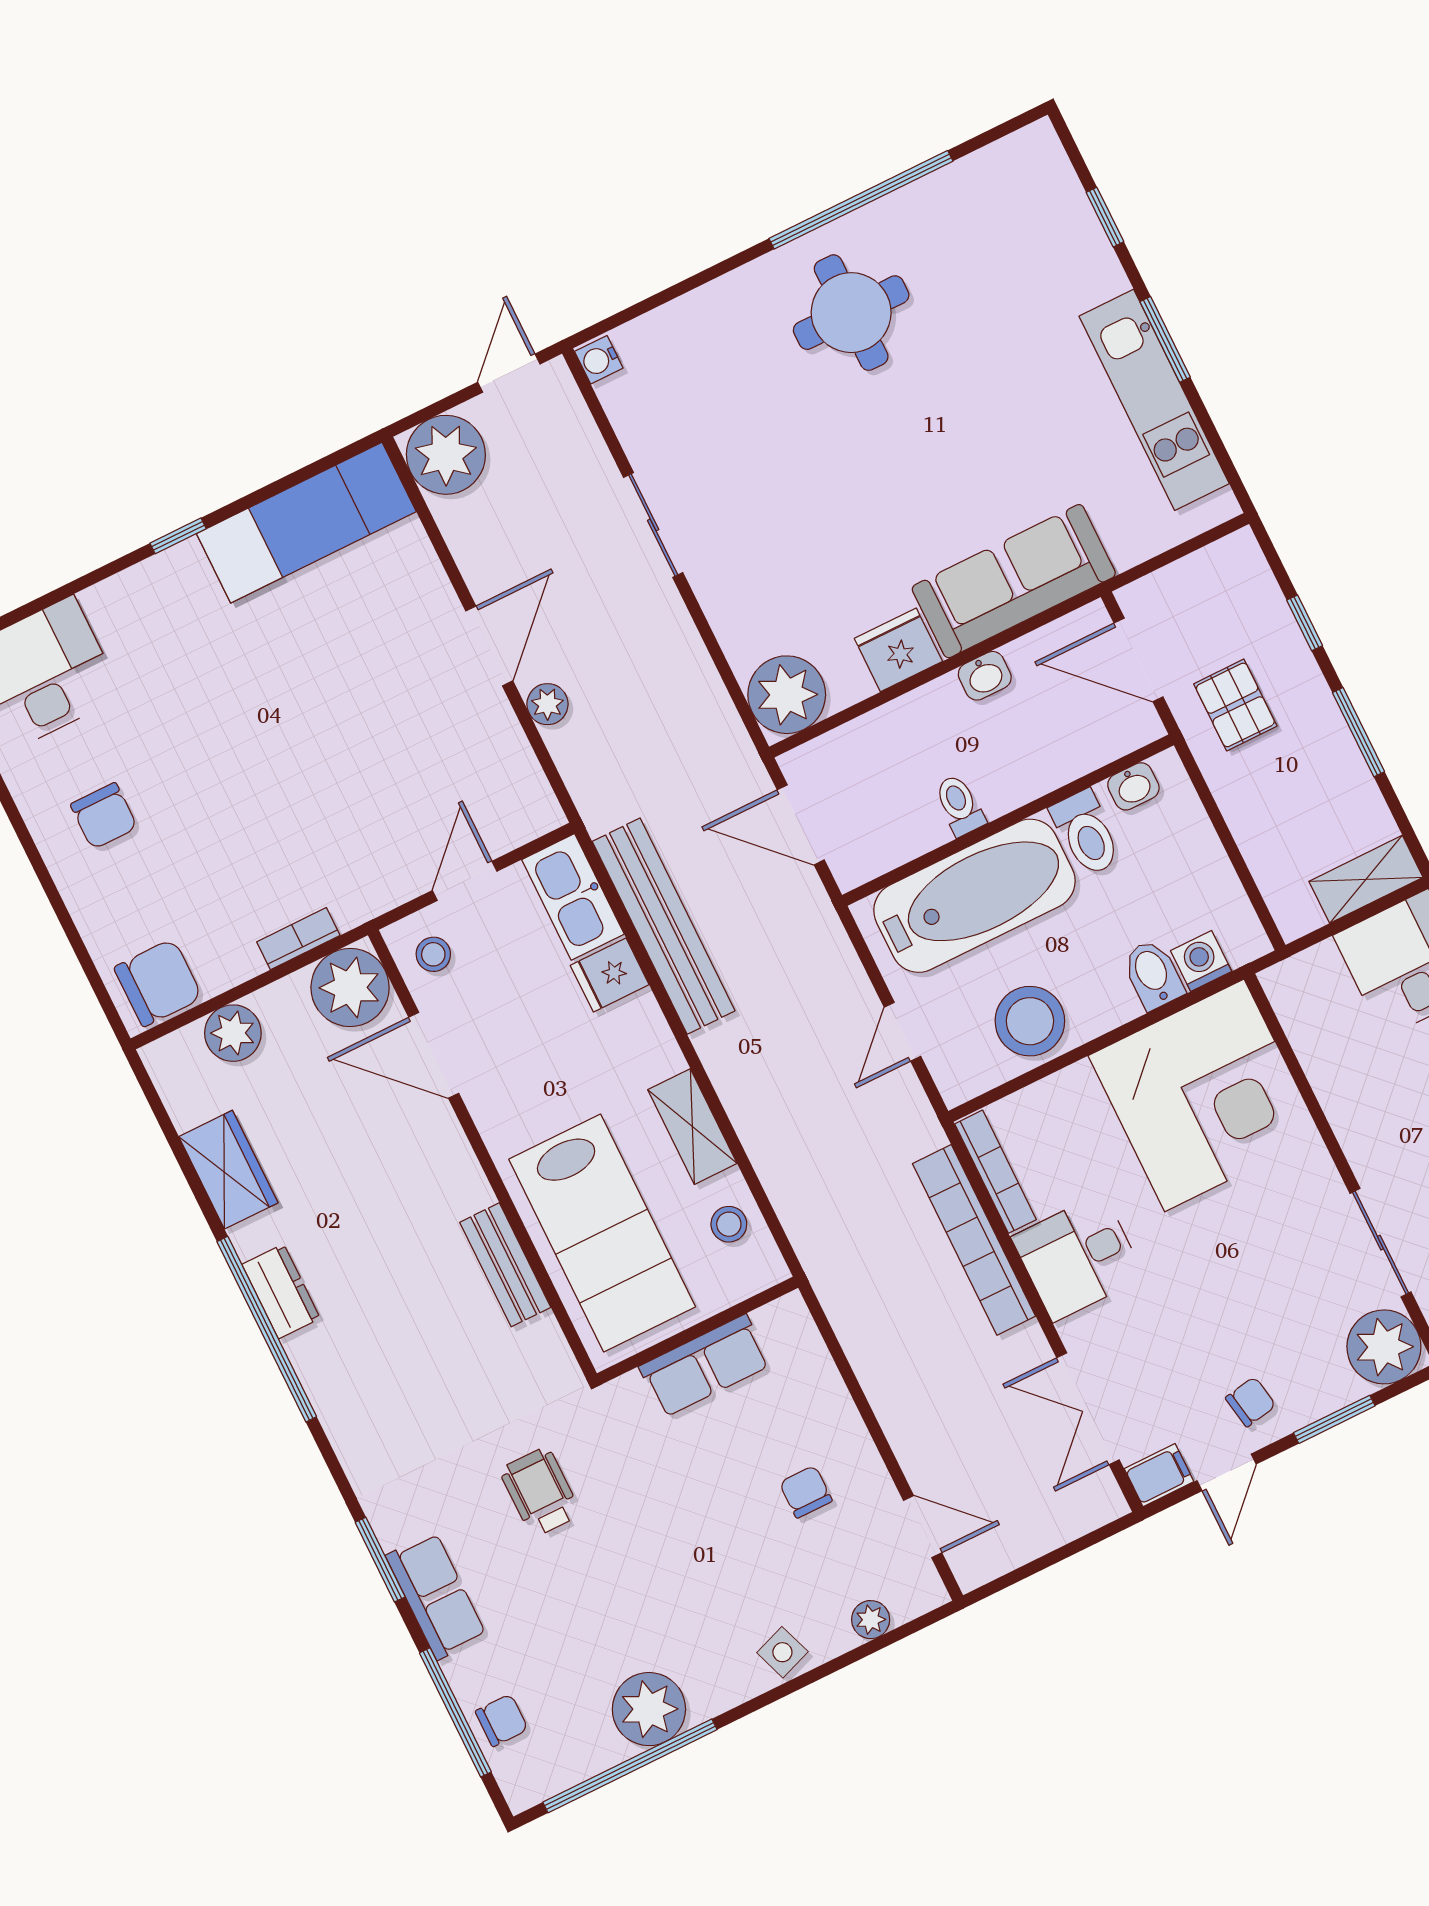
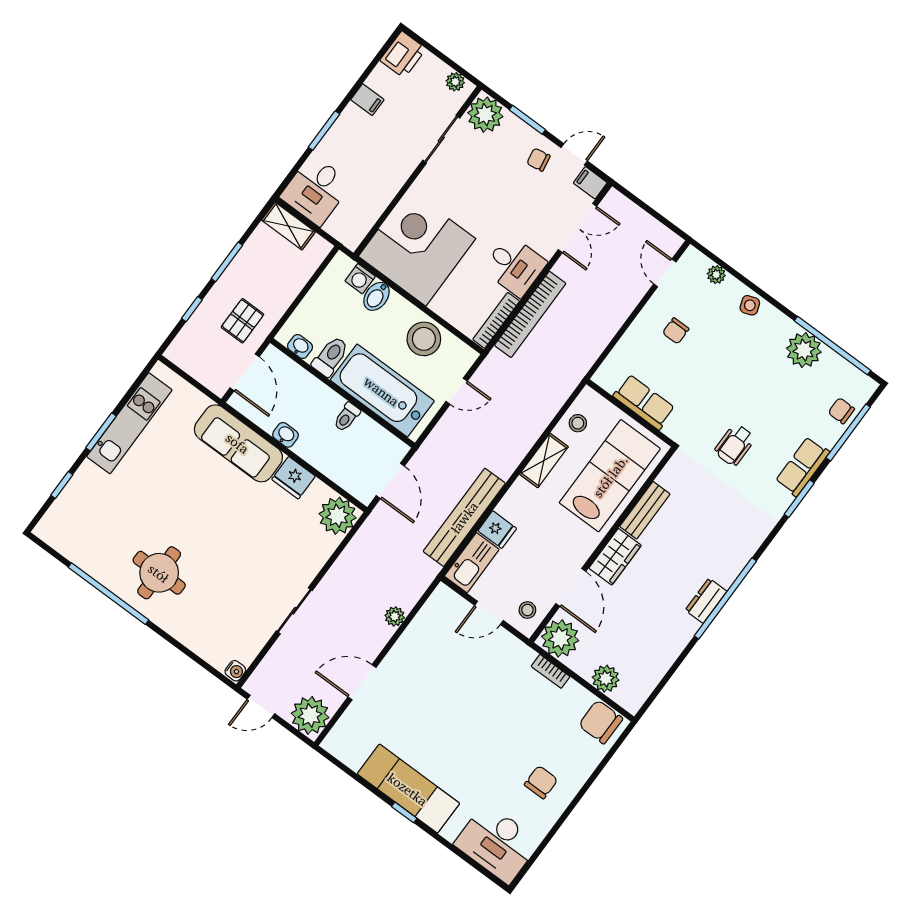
exam couch: (306, 523) -> (408, 789), moved
door: (489, 646) -> (362, 682), moved
wardrobe: (228, 1170) -> (615, 557), moved, turned 180

